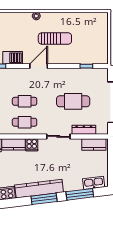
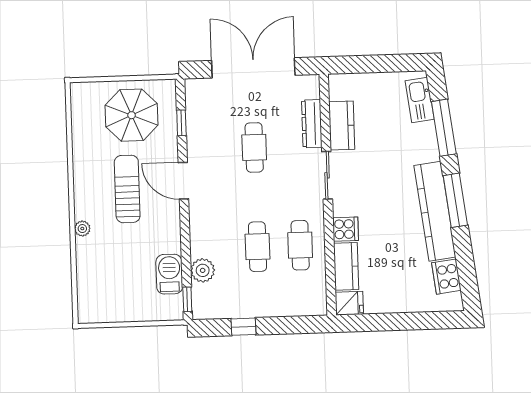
parasol: (91, 42) -> (132, 115), added
door: (39, 66) -> (183, 181), moved
plant: (14, 74) -> (203, 270), added
cafe table: (73, 101) -> (254, 147), width x0.73, depth x0.74
kitchen counter: (94, 144) -> (342, 125), moved

